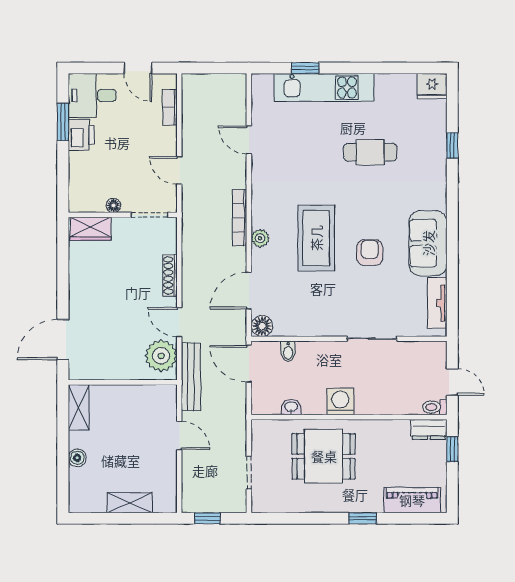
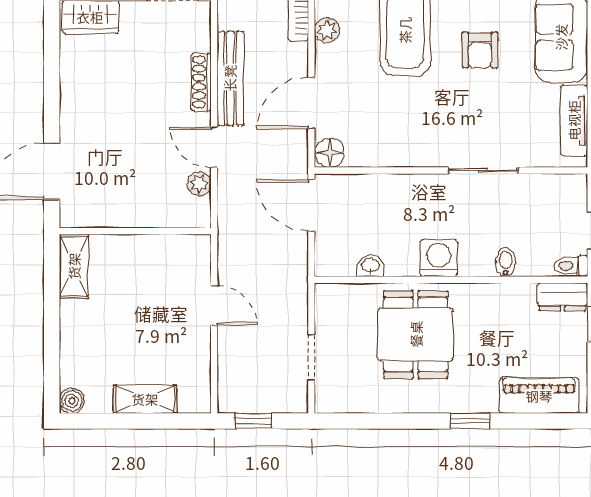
armchair: (370, 253) -> (480, 50), turned 180
bidet: (288, 351) -> (506, 262), moved, turned 180
plant: (161, 356) -> (199, 184), width x0.53, depth x0.53
bench: (191, 377) -> (230, 78), moved
dining table: (324, 456) -> (416, 334), turned 90
boiler: (77, 458) -> (72, 401), moved

